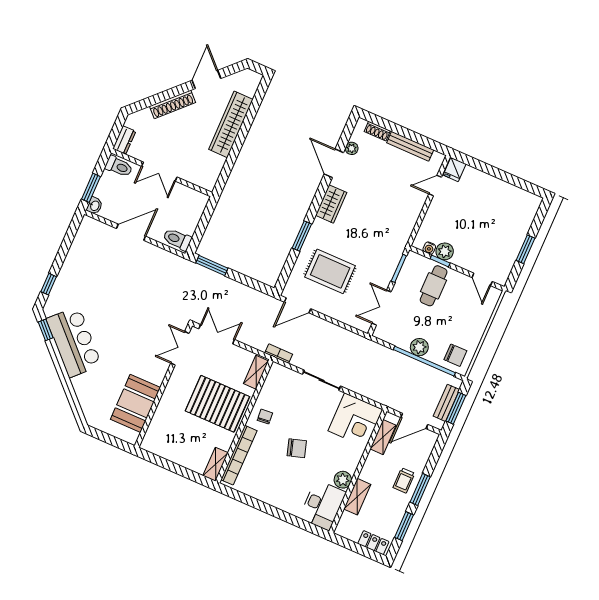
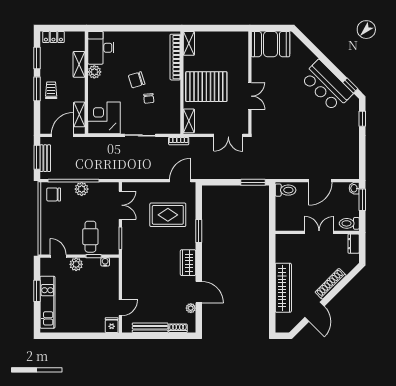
kitchen unit: (519, 230) -> (47, 302), added
plant: (445, 251) -> (76, 264), moved
double door: (180, 348) -> (250, 96), moved
booth: (135, 403) -> (270, 44), moved, turned 90
chair: (265, 417) -> (149, 98), moved

